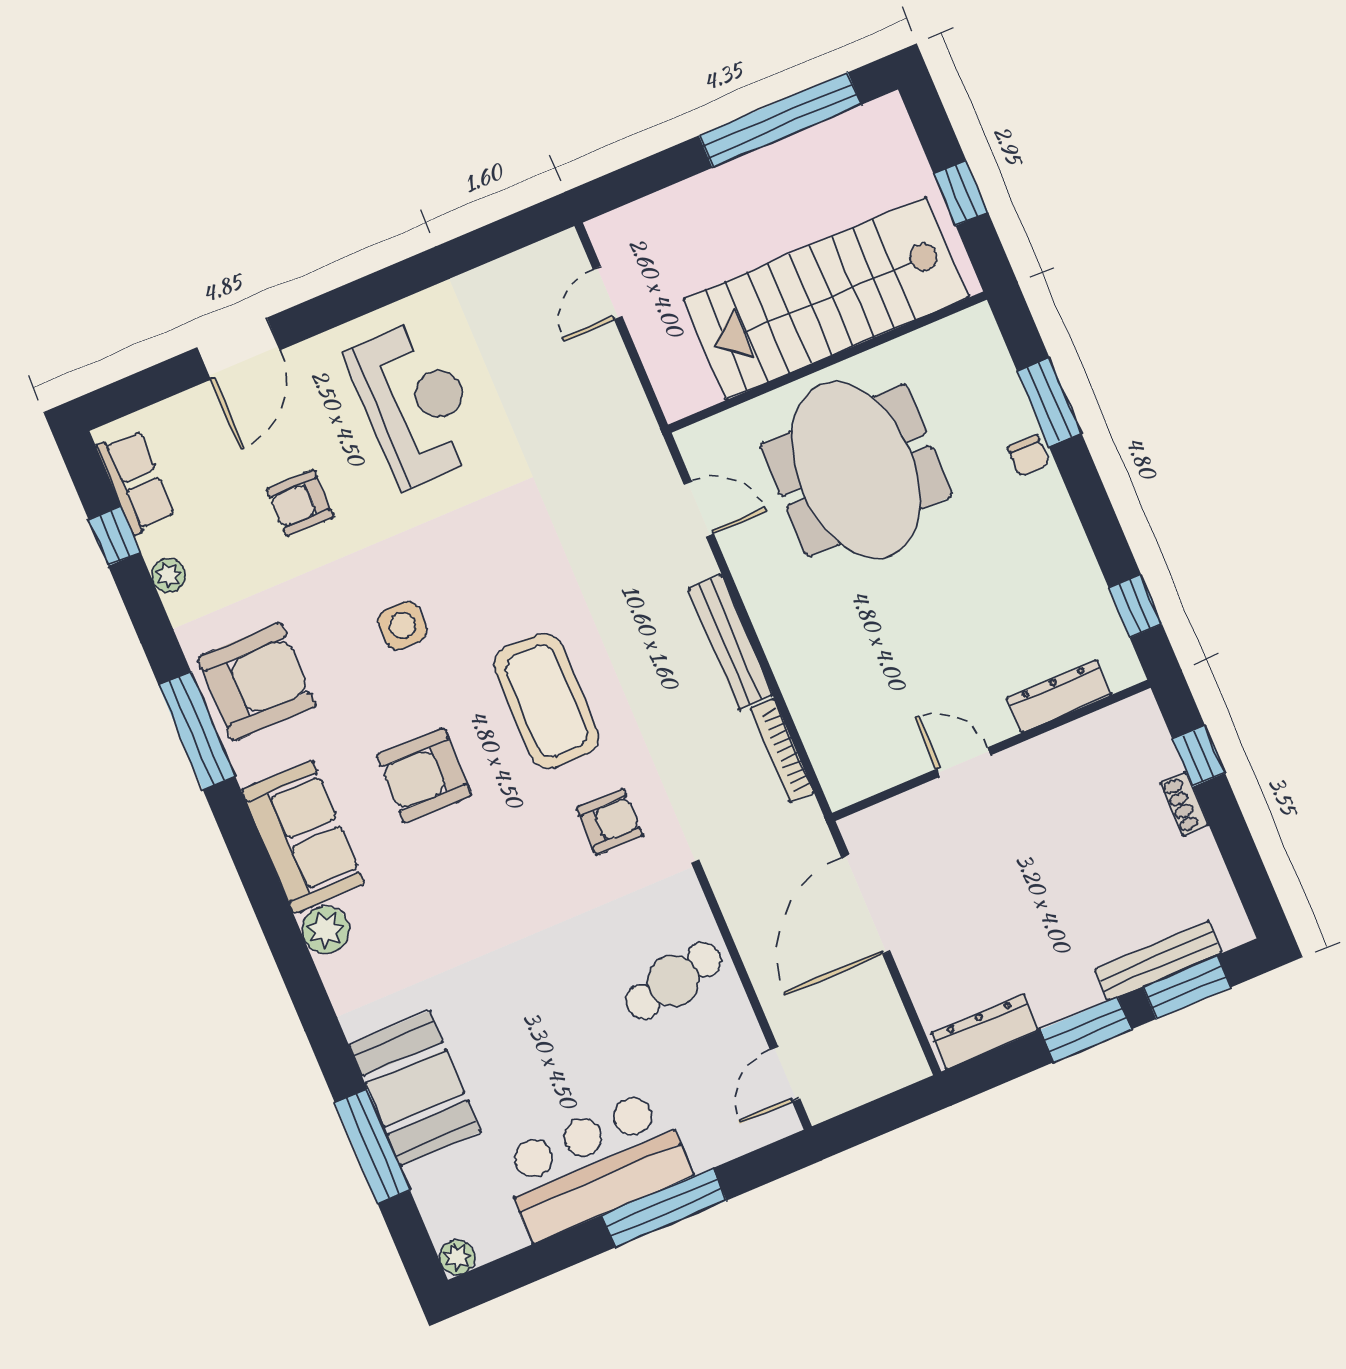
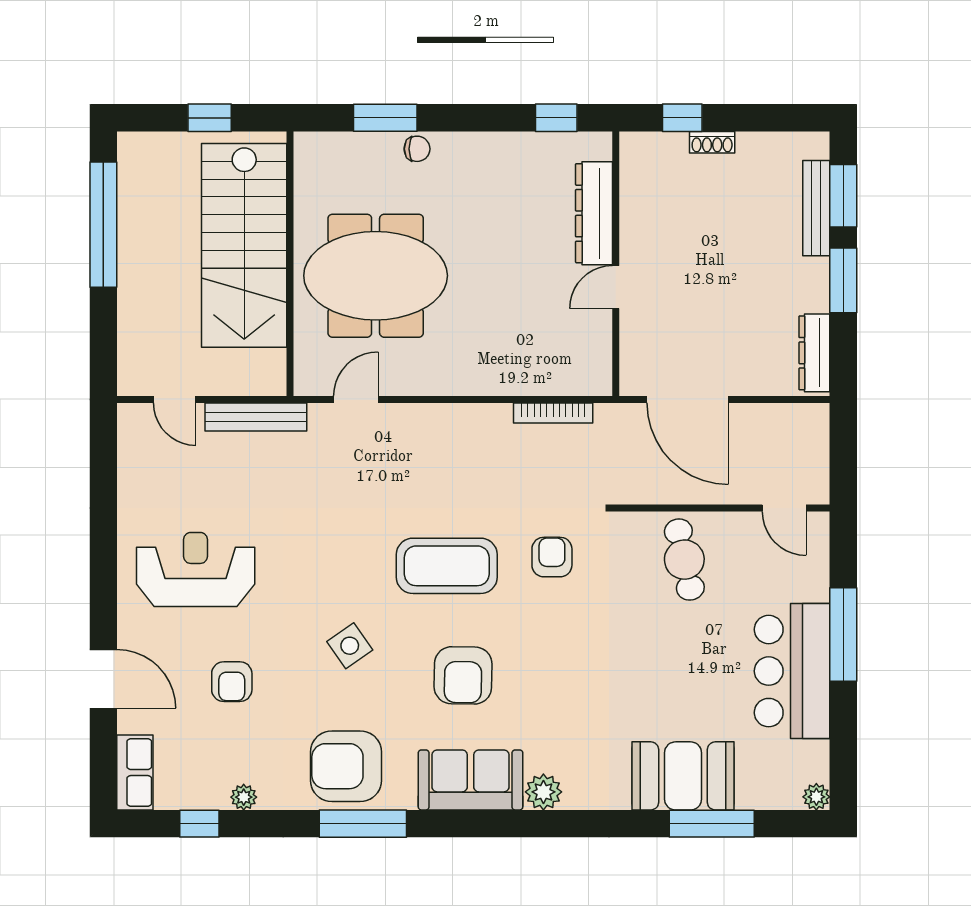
row of seats: (136, 482) -> (135, 773), moved, turned 90
side table: (402, 625) -> (350, 646), turned -35
bench: (730, 642) -> (256, 417), moved
armchair: (257, 682) -> (346, 766), turned -90
dresser: (1059, 696) -> (594, 213), width x1.37, depth x1.24

